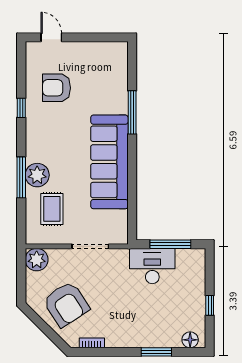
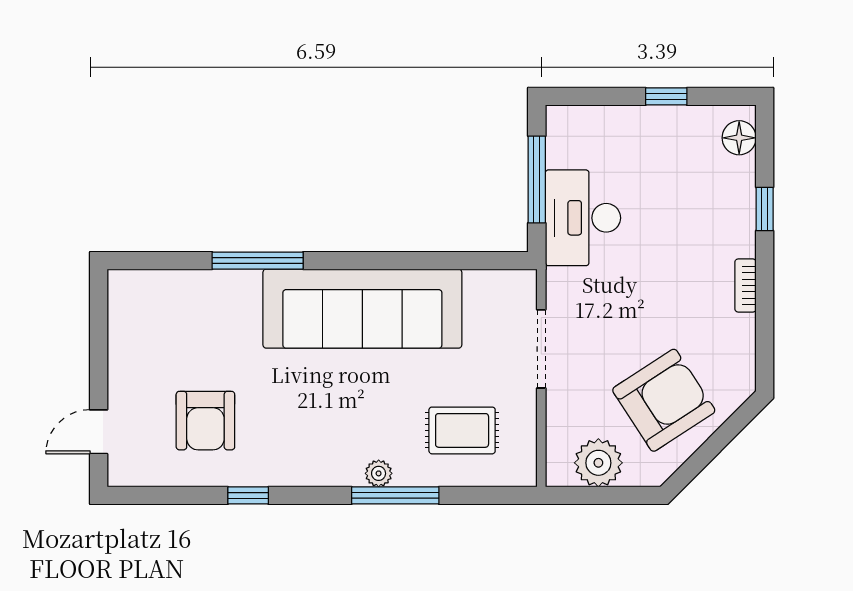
plant: (37, 175) -> (379, 473), width x0.53, depth x0.53
plant: (37, 260) -> (598, 463), moved
bookcase: (92, 343) -> (746, 285), moved
window: (156, 352) -> (765, 209), width x0.67

